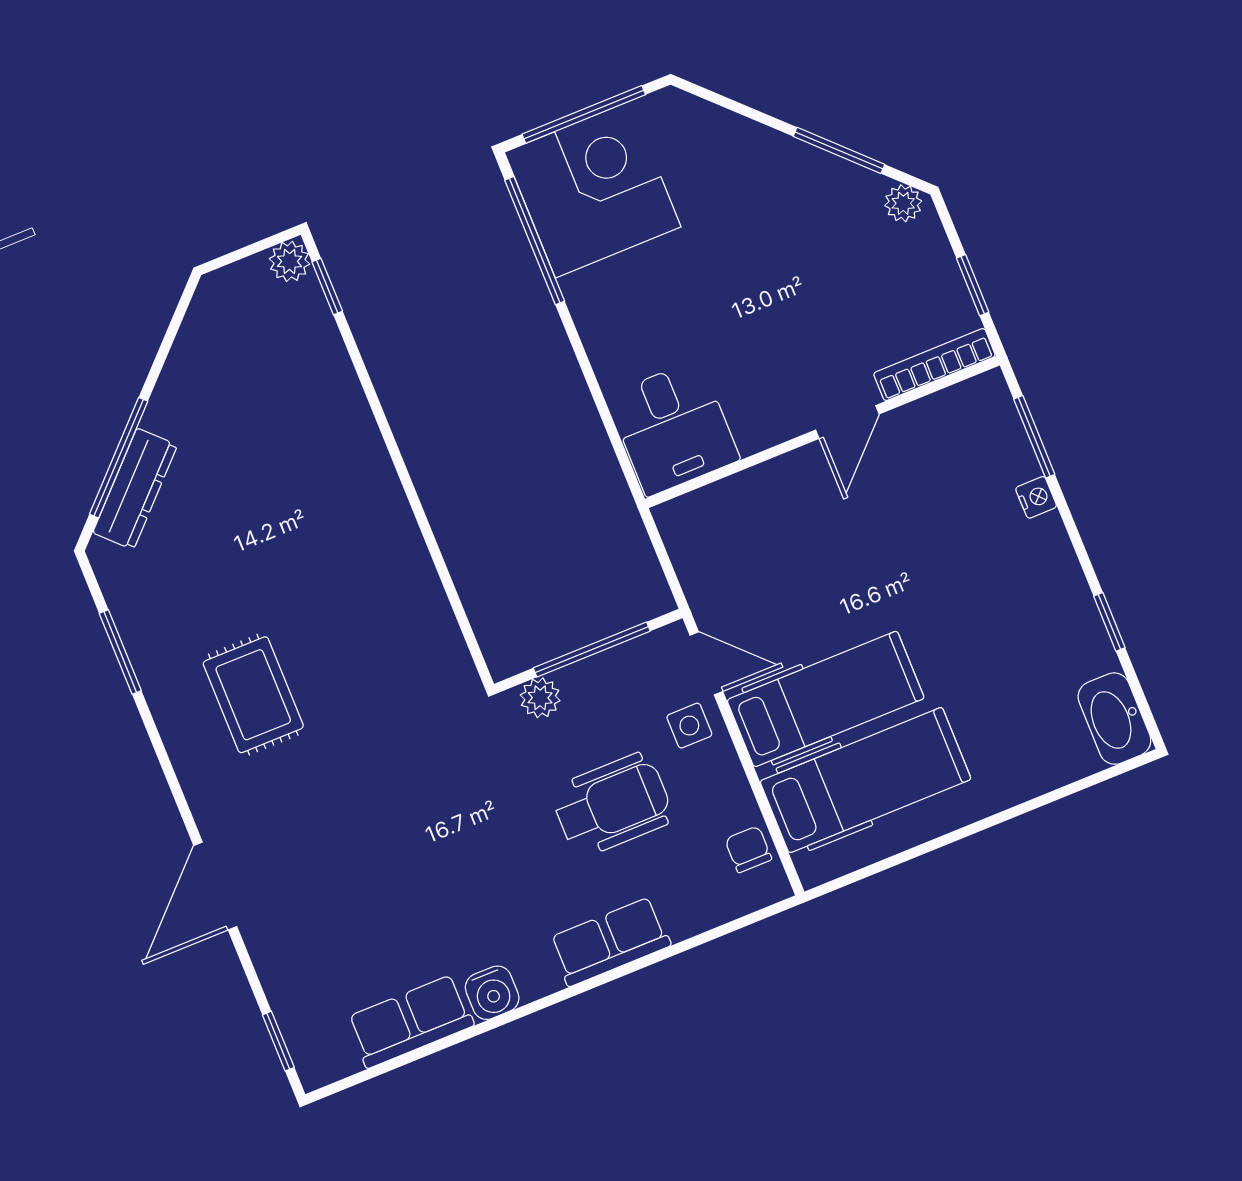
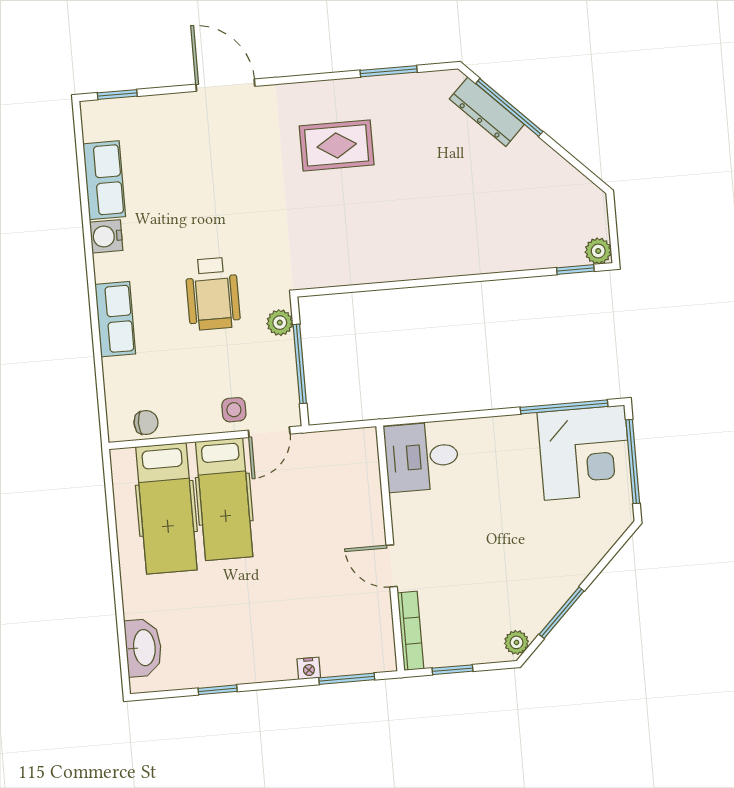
washbasin: (1114, 719) -> (143, 648), moved, turned 90
wheelchair: (612, 805) -> (213, 294), moved

